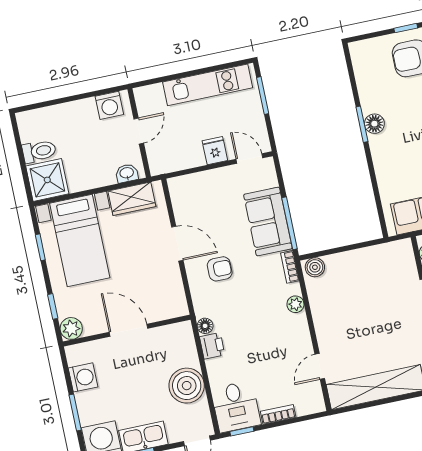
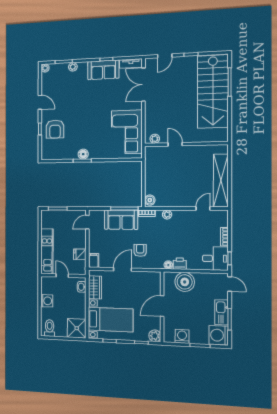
kitchen unit: (208, 85) -> (47, 251), moved
washing machine: (109, 105) -> (47, 301), moved
toilet: (39, 151) -> (50, 328), moved
fridge: (215, 151) -> (80, 254), moved
filing cabinet: (181, 186) -> (94, 260), added
door: (320, 366) -> (203, 209), swing flipped
boiler: (187, 386) -> (185, 282), moved

